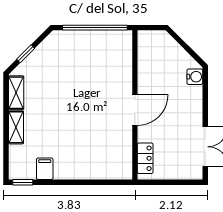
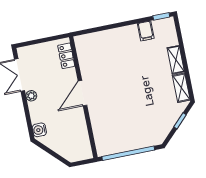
plant: (196, 119) -> (31, 96), added

